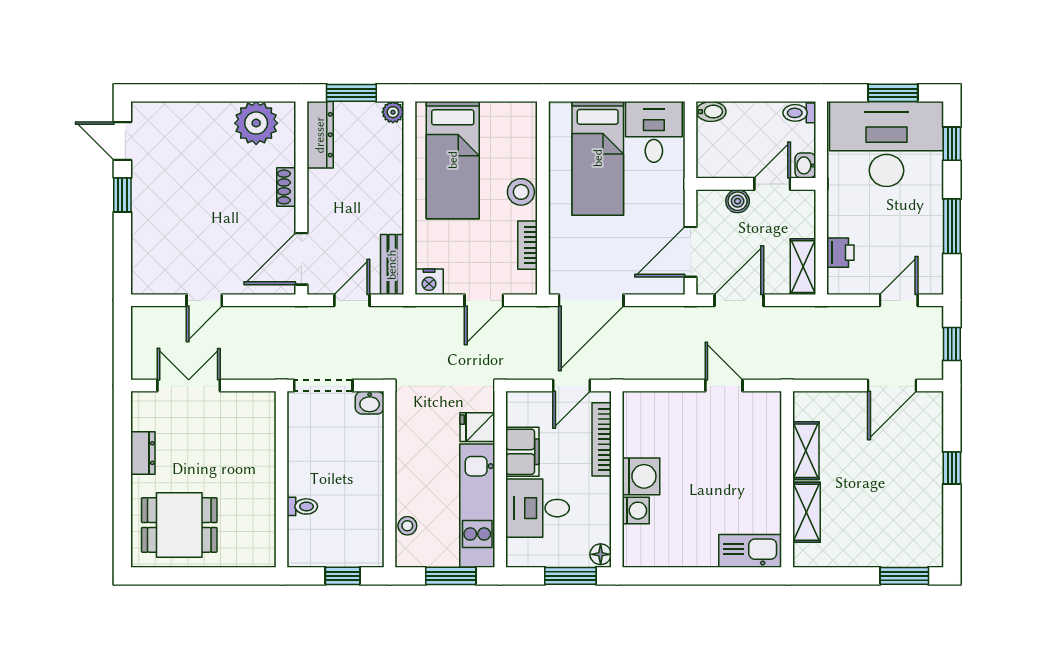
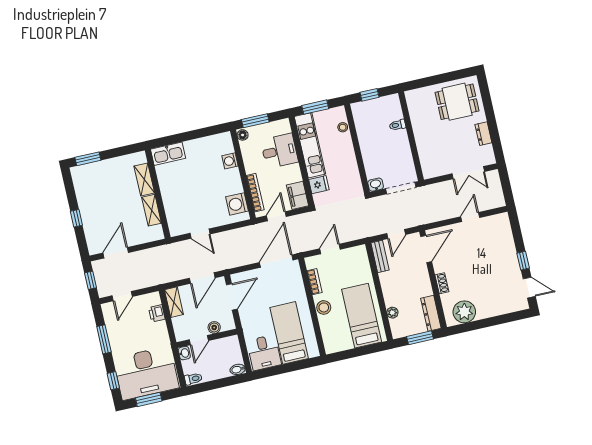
plant: (393, 112) -> (392, 313), moved
nightstand: (429, 282) -> (360, 252), removed
filing cabinet: (522, 452) -> (298, 195), moved
washing machine: (641, 476) -> (237, 204), moved

